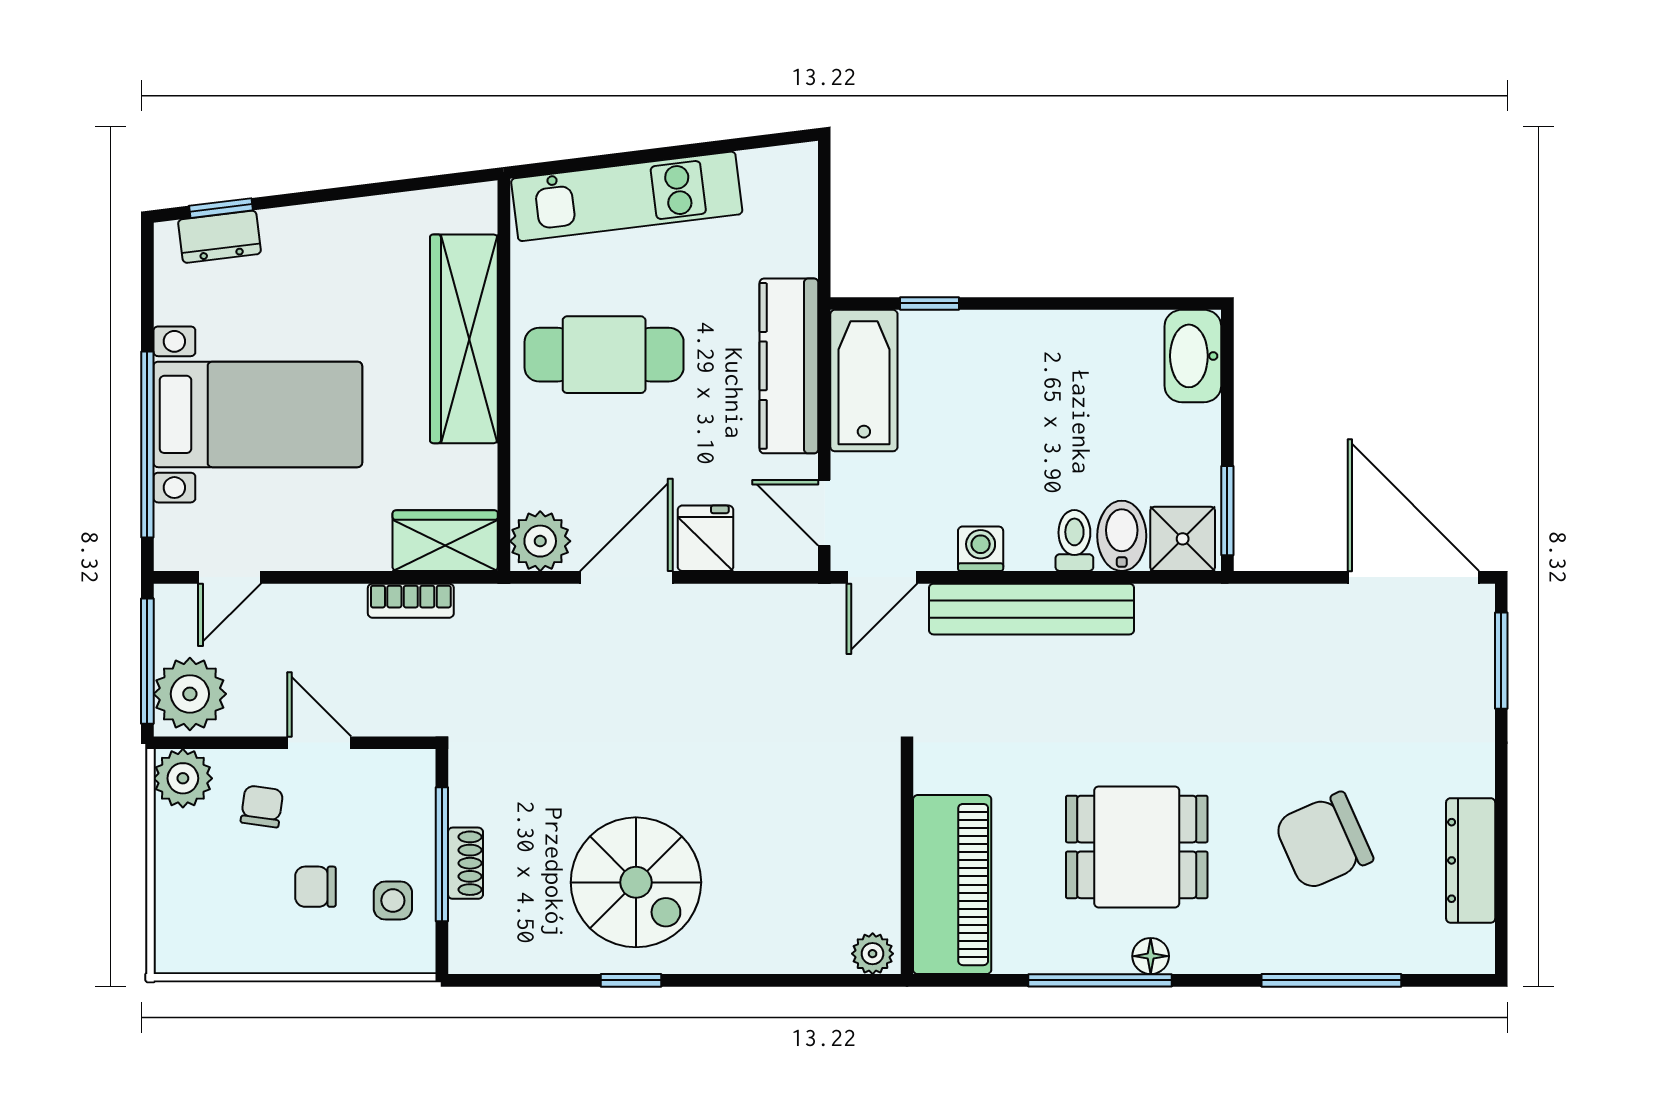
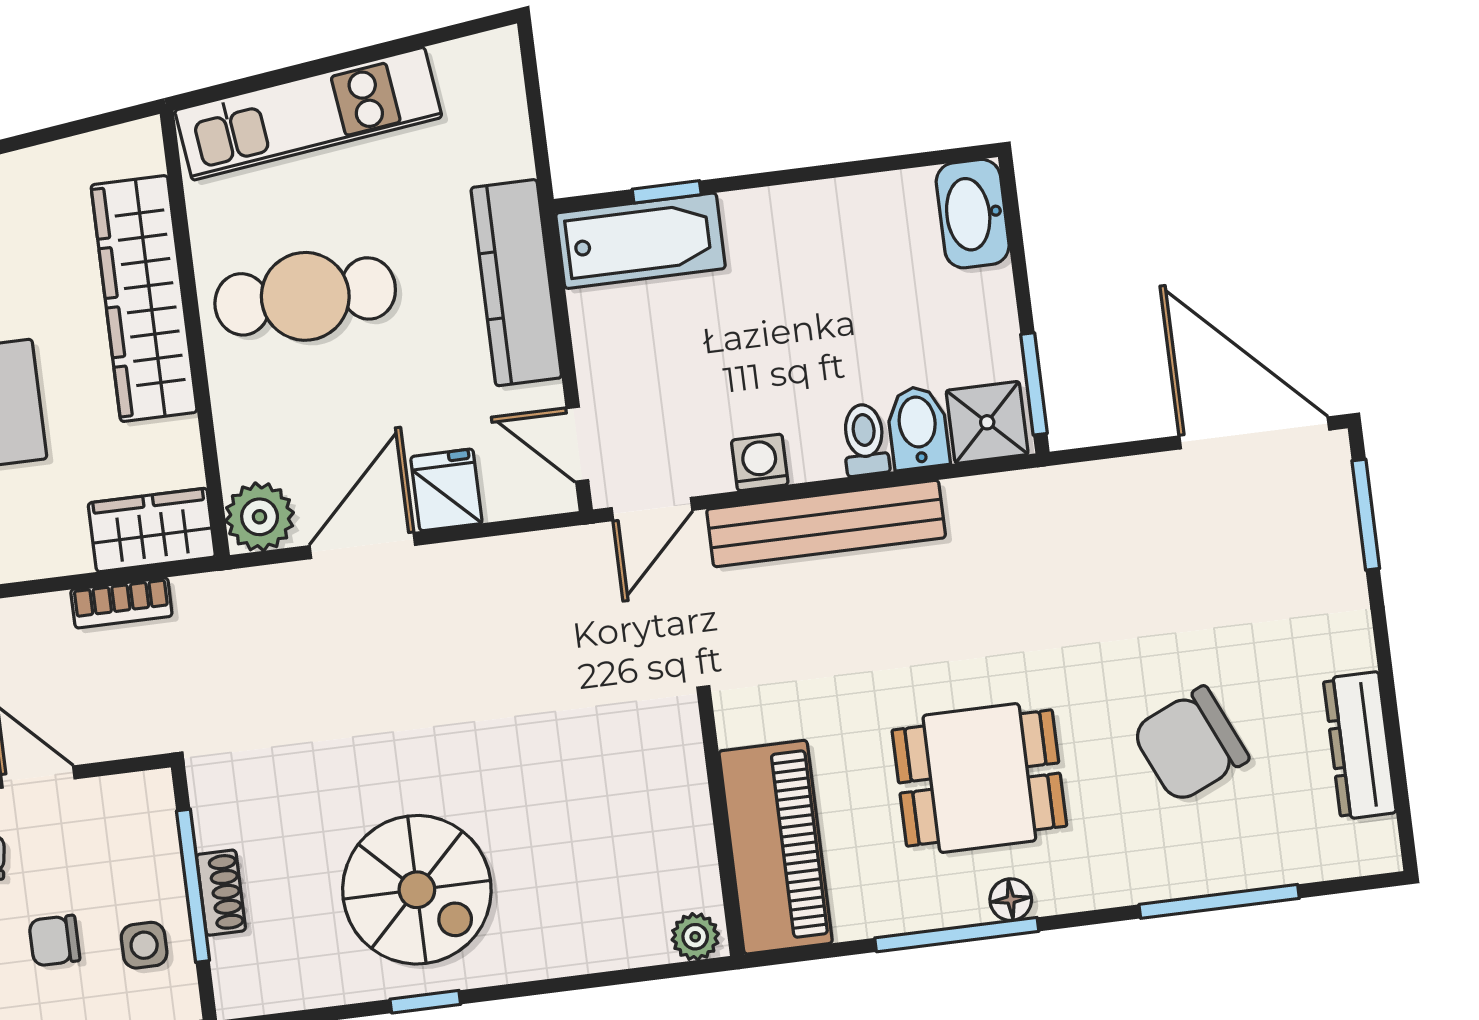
bathtub: (864, 381) -> (641, 241), moved, turned 90

